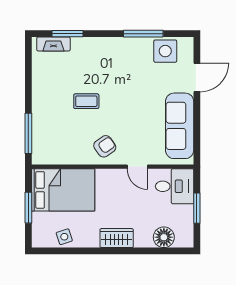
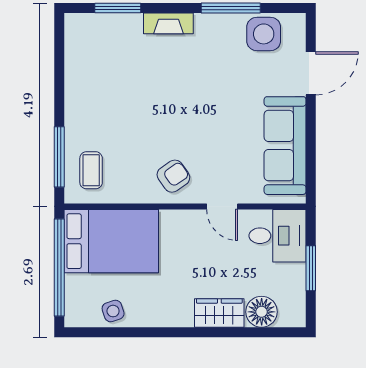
fireplace: (53, 44) -> (168, 23), moved
coffee table: (86, 101) -> (91, 170), moved, turned 90
window: (28, 208) -> (59, 267), width x2.11
wardrobe: (117, 238) -> (219, 313), moved

